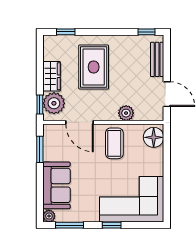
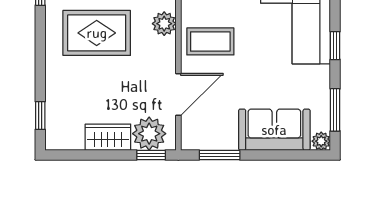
rug: (94, 67) -> (97, 33), moved

